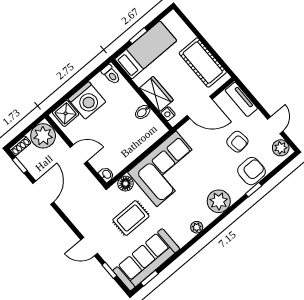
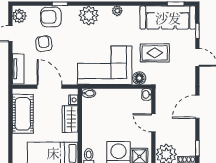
bidet: (143, 112) -> (89, 93), moved
door: (43, 193) -> (197, 107), moved

